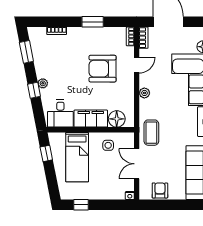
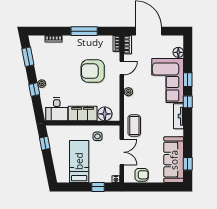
window: (93, 22) -> (84, 31), width x1.44
bed: (77, 157) -> (79, 161), moved, turned 180
double door: (137, 164) -> (122, 152), swing flipped
armchair: (160, 190) -> (142, 175), turned 90
window: (81, 205) -> (98, 187), moved

